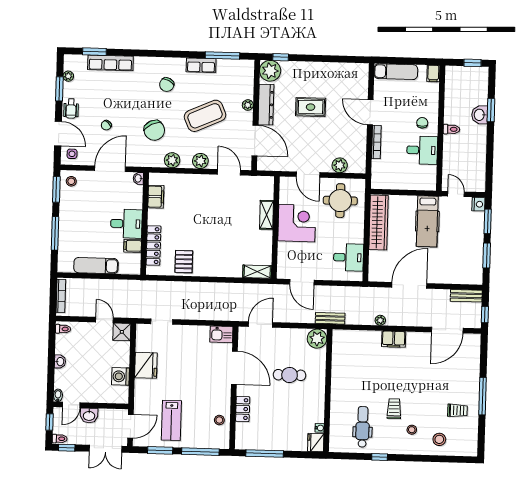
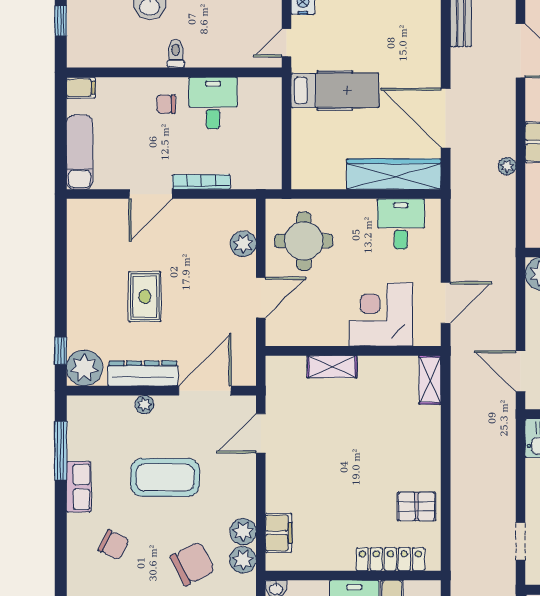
coffee table: (205, 116) -> (165, 477), turned -66
plant: (200, 161) -> (243, 560), moved
filing cabinet: (156, 197) -> (279, 533), moved, turned 90
wardrobe: (379, 222) -> (394, 174), moved
corner desk: (297, 223) -> (381, 314), moved
bench: (330, 318) -> (506, 252), removed

